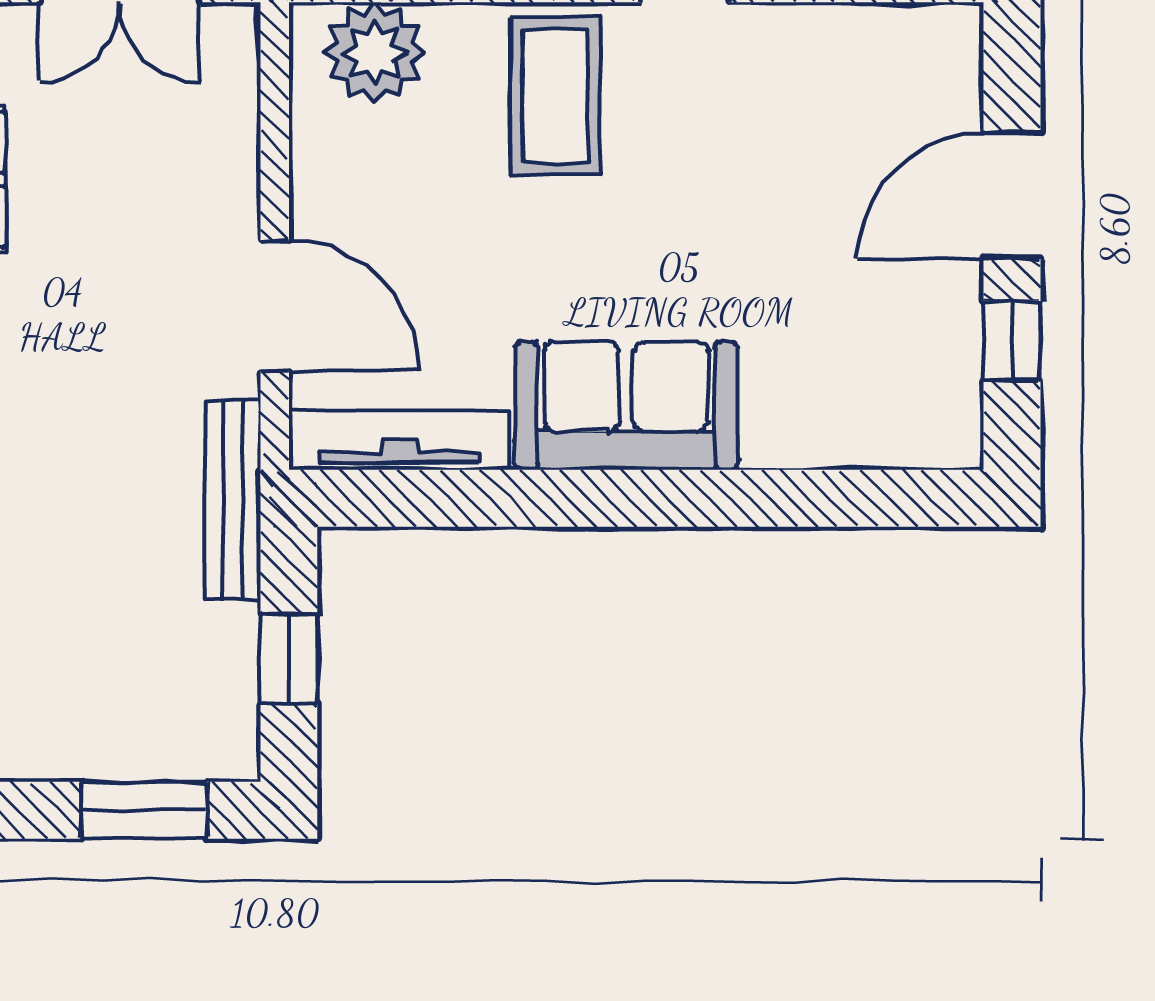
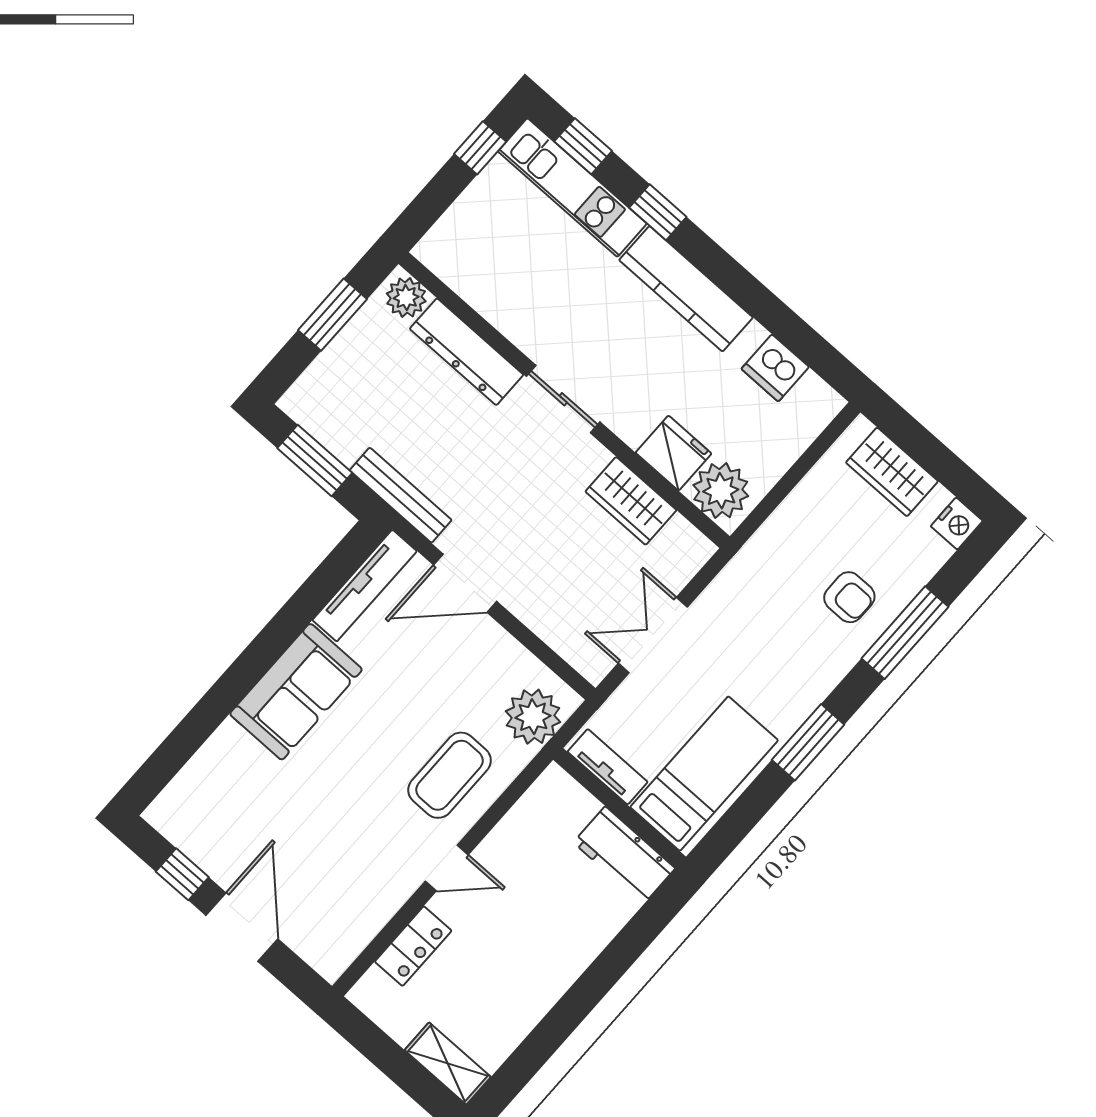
coffee table: (555, 96) -> (450, 775), turned 90
window: (289, 659) -> (315, 460), width x1.50
window: (144, 810) -> (332, 315), moved

